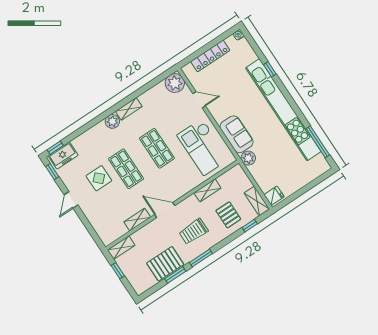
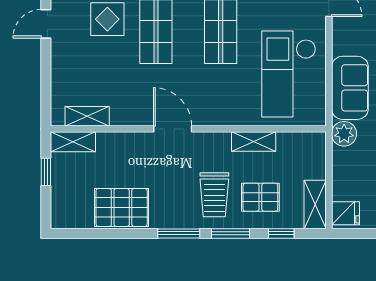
pallet: (228, 215) -> (260, 197), turned 90
shelving: (137, 219) -> (87, 116), moved
trolley: (194, 231) -> (214, 195), moved, turned -90
window: (175, 275) -> (231, 233), moved

